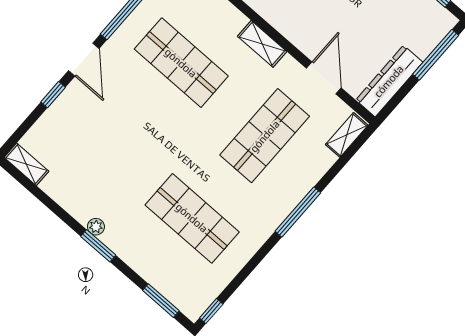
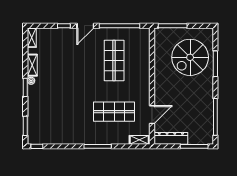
shelving: (262, 44) -> (32, 65), moved
shop shelf: (192, 218) -> (63, 112), removed

